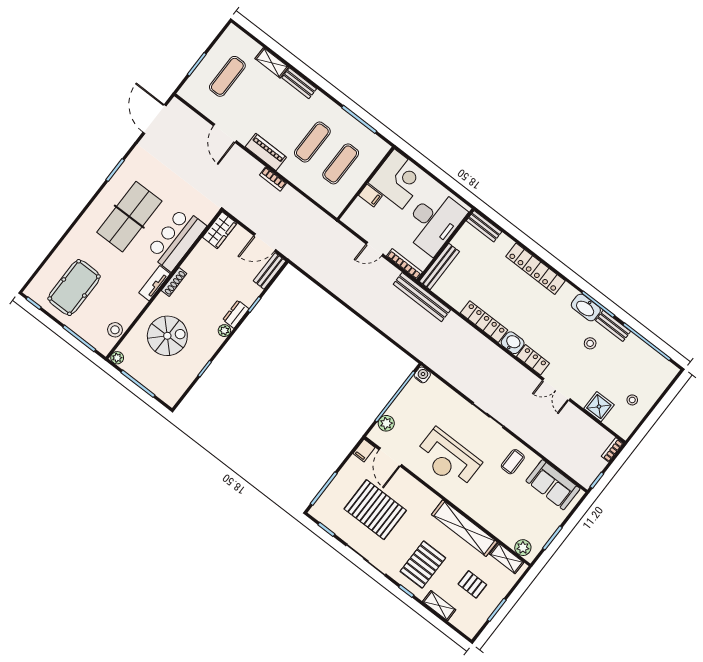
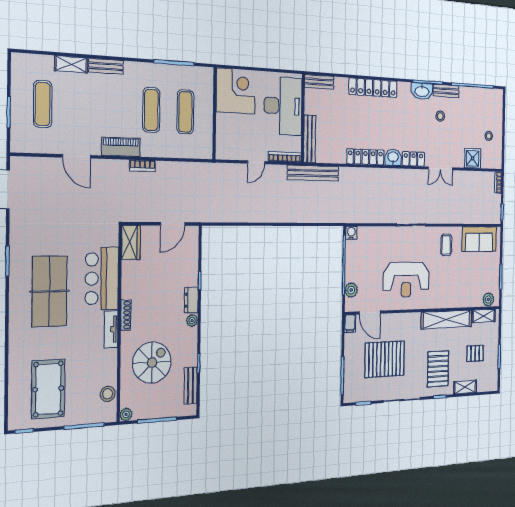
filing cabinet: (370, 195) -> (225, 121), removed
bench: (270, 271) -> (191, 386), moved

